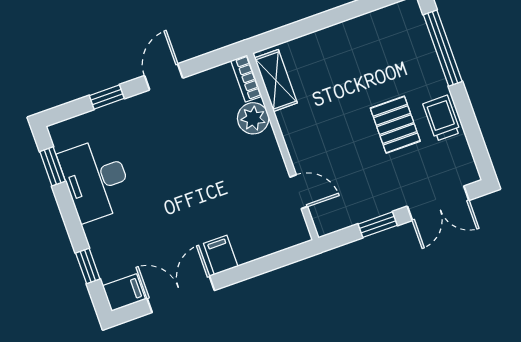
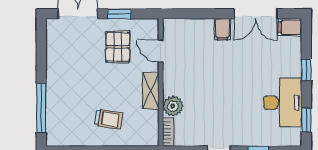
shelving: (276, 80) -> (151, 91), moved
trolley: (442, 118) -> (108, 119), moved, turned -81
pallet: (395, 125) -> (118, 47), moved
window: (88, 266) -> (306, 70), moved

